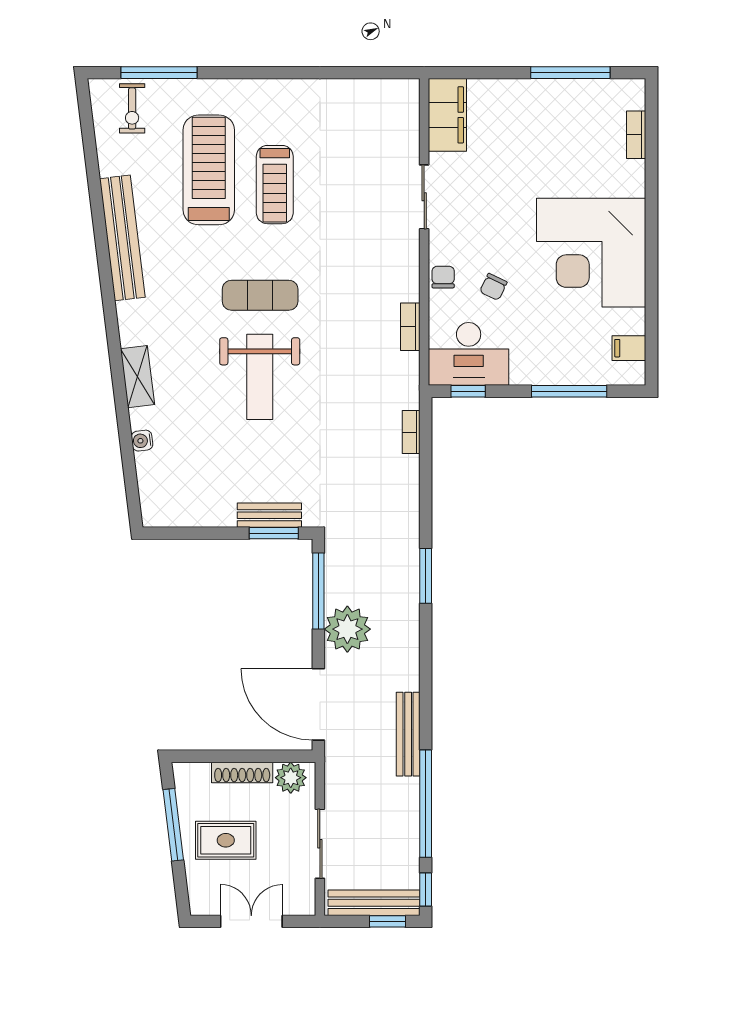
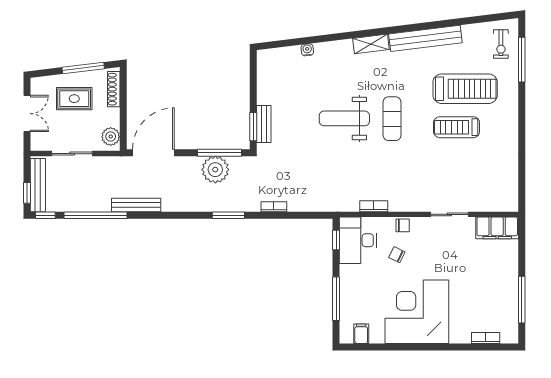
exercise bike: (132, 108) -> (501, 44), turned -90
shelving: (137, 377) -> (371, 44), moved
bookcase: (411, 432) -> (274, 207), moved
plant: (347, 629) -> (215, 170), moved
shoe rack: (242, 772) -> (114, 89), moved
rug: (226, 840) -> (74, 99), turned 90

